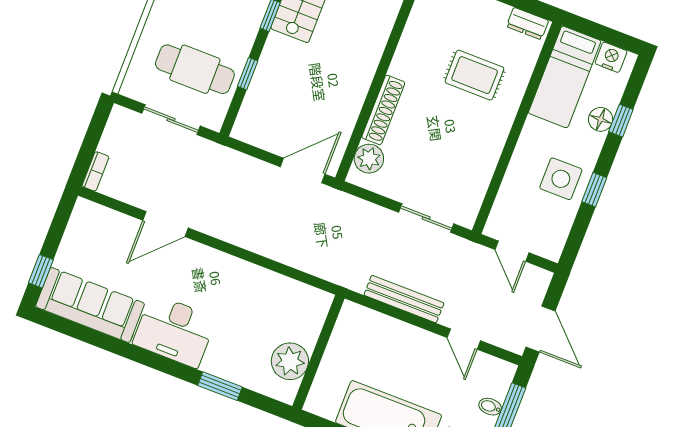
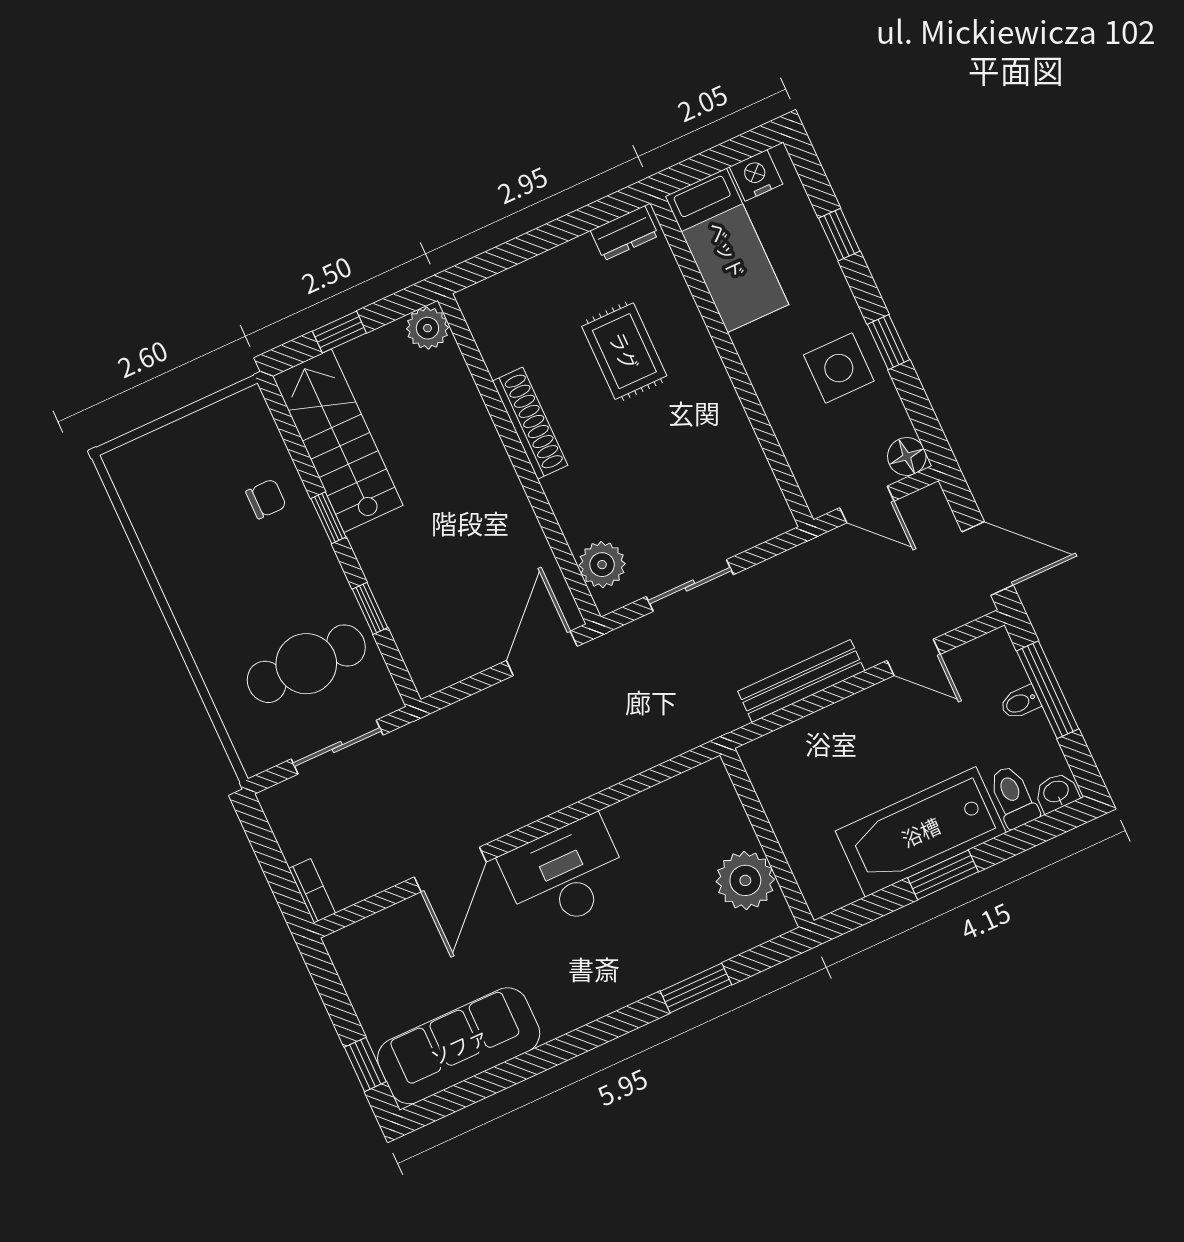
rug: (475, 75) -> (624, 351), turned 90
shoe rack: (383, 110) -> (530, 423), moved
floor lamp: (601, 119) -> (907, 456), moved
sliding door: (426, 218) -> (690, 586), moved
desk: (174, 331) -> (565, 874), moved, turned 180

